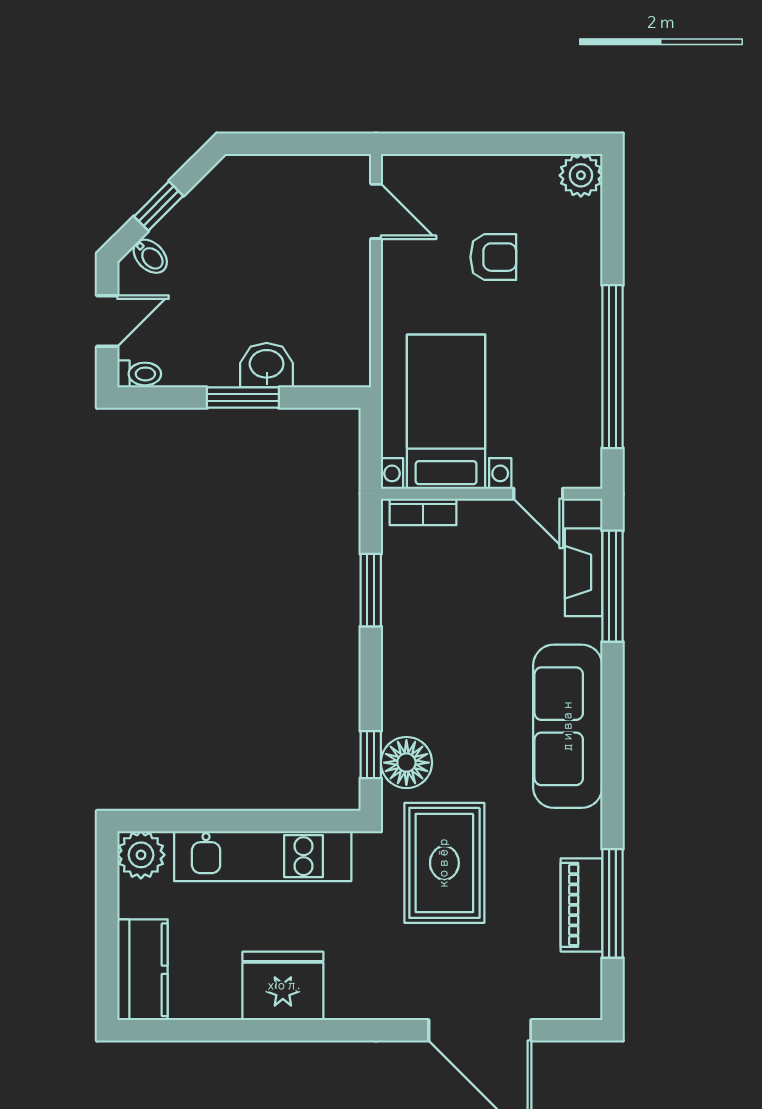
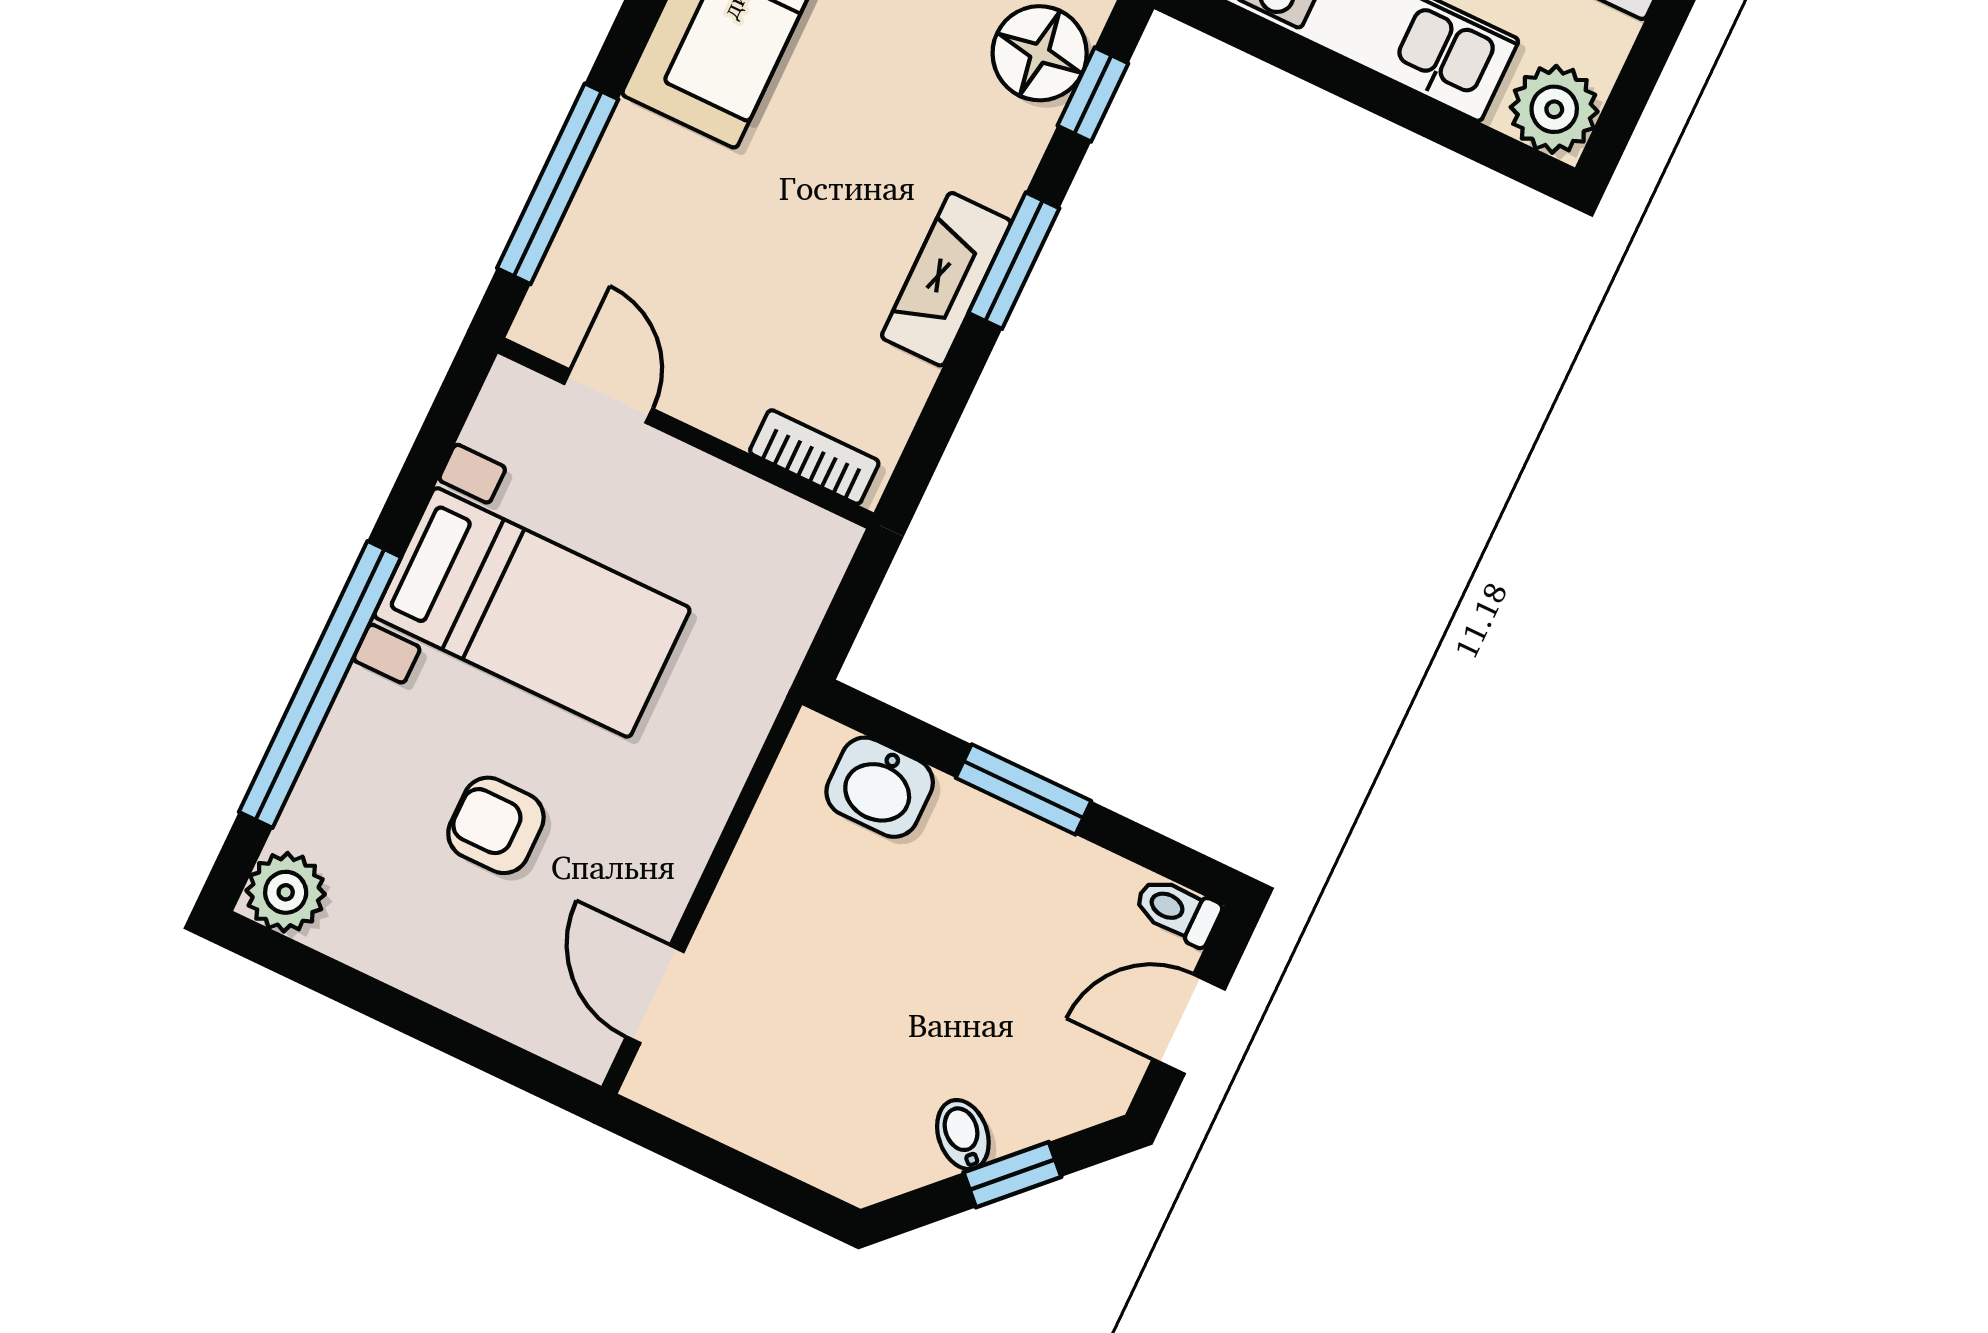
bidet: (150, 256) -> (963, 1135), moved
washbasin: (267, 365) -> (880, 787), moved
window: (612, 367) -> (320, 684), moved
bed with nightstands: (446, 412) -> (532, 612), moved, turned -90
fireplace: (584, 572) -> (946, 279), moved, turned 180
window: (371, 590) -> (1014, 261), moved

